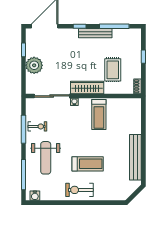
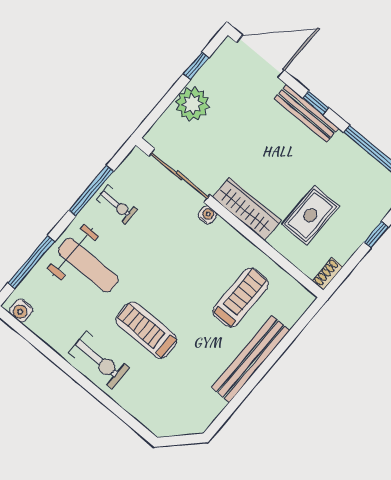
bench: (95, 33) -> (307, 113), moved
treadmill: (99, 115) -> (241, 297), moved, turned 180
bench: (135, 157) -> (251, 359), moved
weight bench: (46, 158) -> (88, 265), turned -90
treadmill: (88, 164) -> (146, 330), turned 180
exercise bike: (79, 190) -> (99, 360), turned 180

